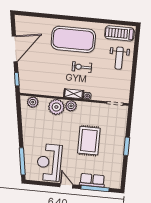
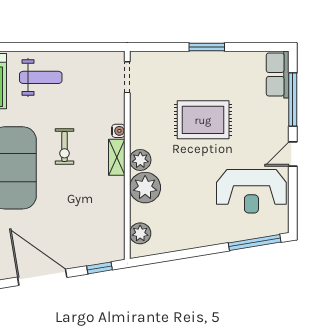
row of seats: (92, 180) -> (278, 74), moved

